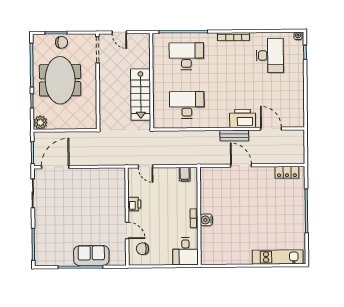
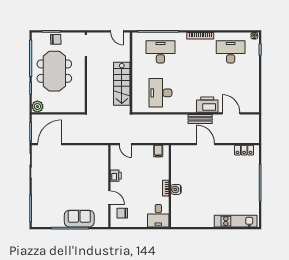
door: (119, 32) -> (117, 31), moved
desk: (270, 55) -> (231, 52), turned -90
desk: (187, 105) -> (160, 93), turned -90

